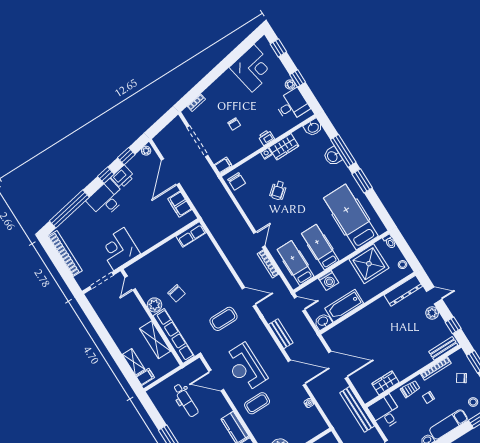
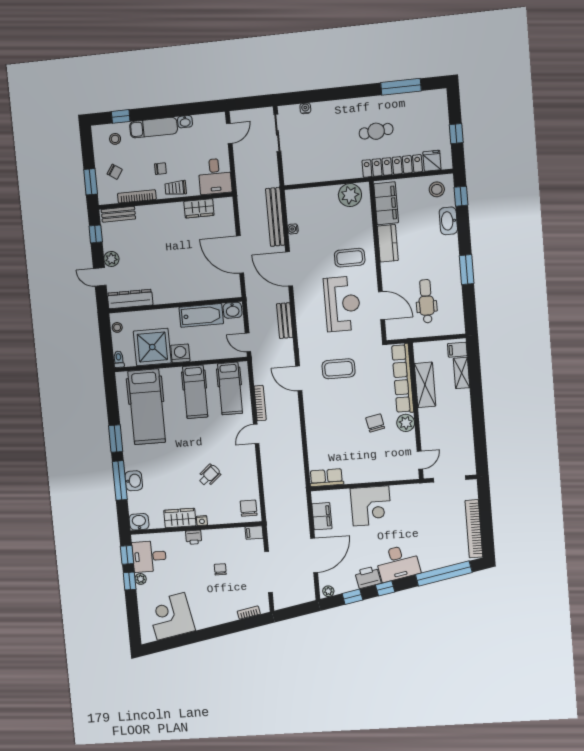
window: (278, 48) -> (127, 555), moved
corner desk: (119, 249) -> (371, 506), moved
washing machine: (329, 281) -> (180, 353), moved
bench: (357, 409) -> (275, 217), moved

